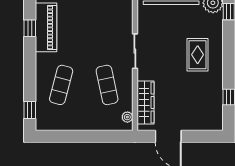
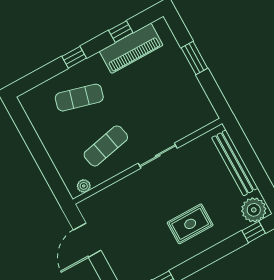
wardrobe: (145, 102) -> (110, 197), removed
window: (30, 110) -> (74, 57), moved

